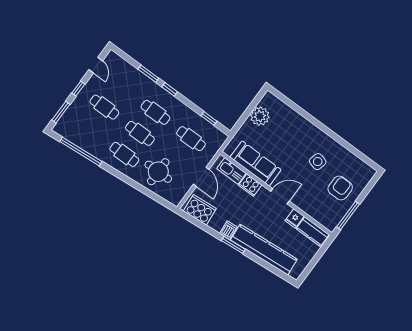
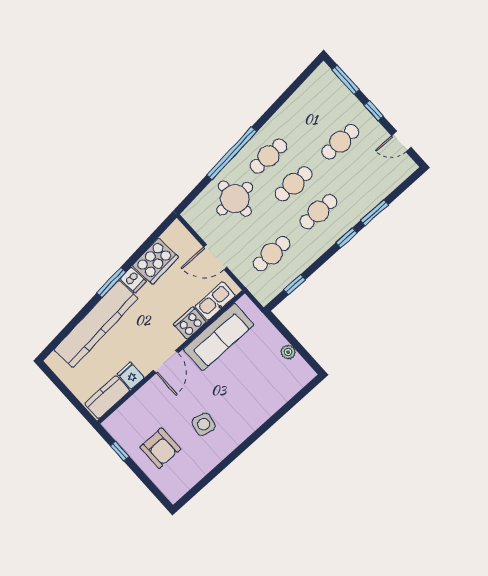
plant: (260, 116) -> (288, 352), width x0.53, depth x0.53
window: (81, 151) -> (232, 153), moved
cooker: (200, 210) -> (155, 261), moved
window: (348, 215) -> (120, 451), width x0.46

